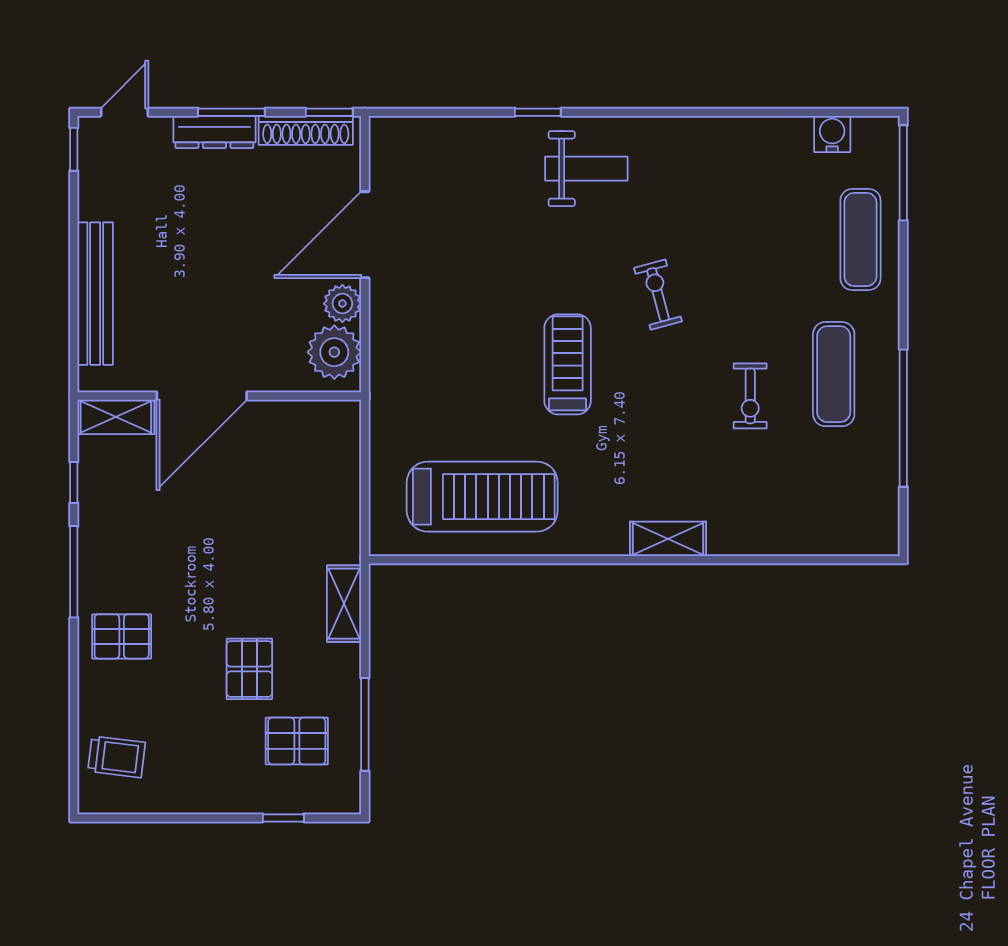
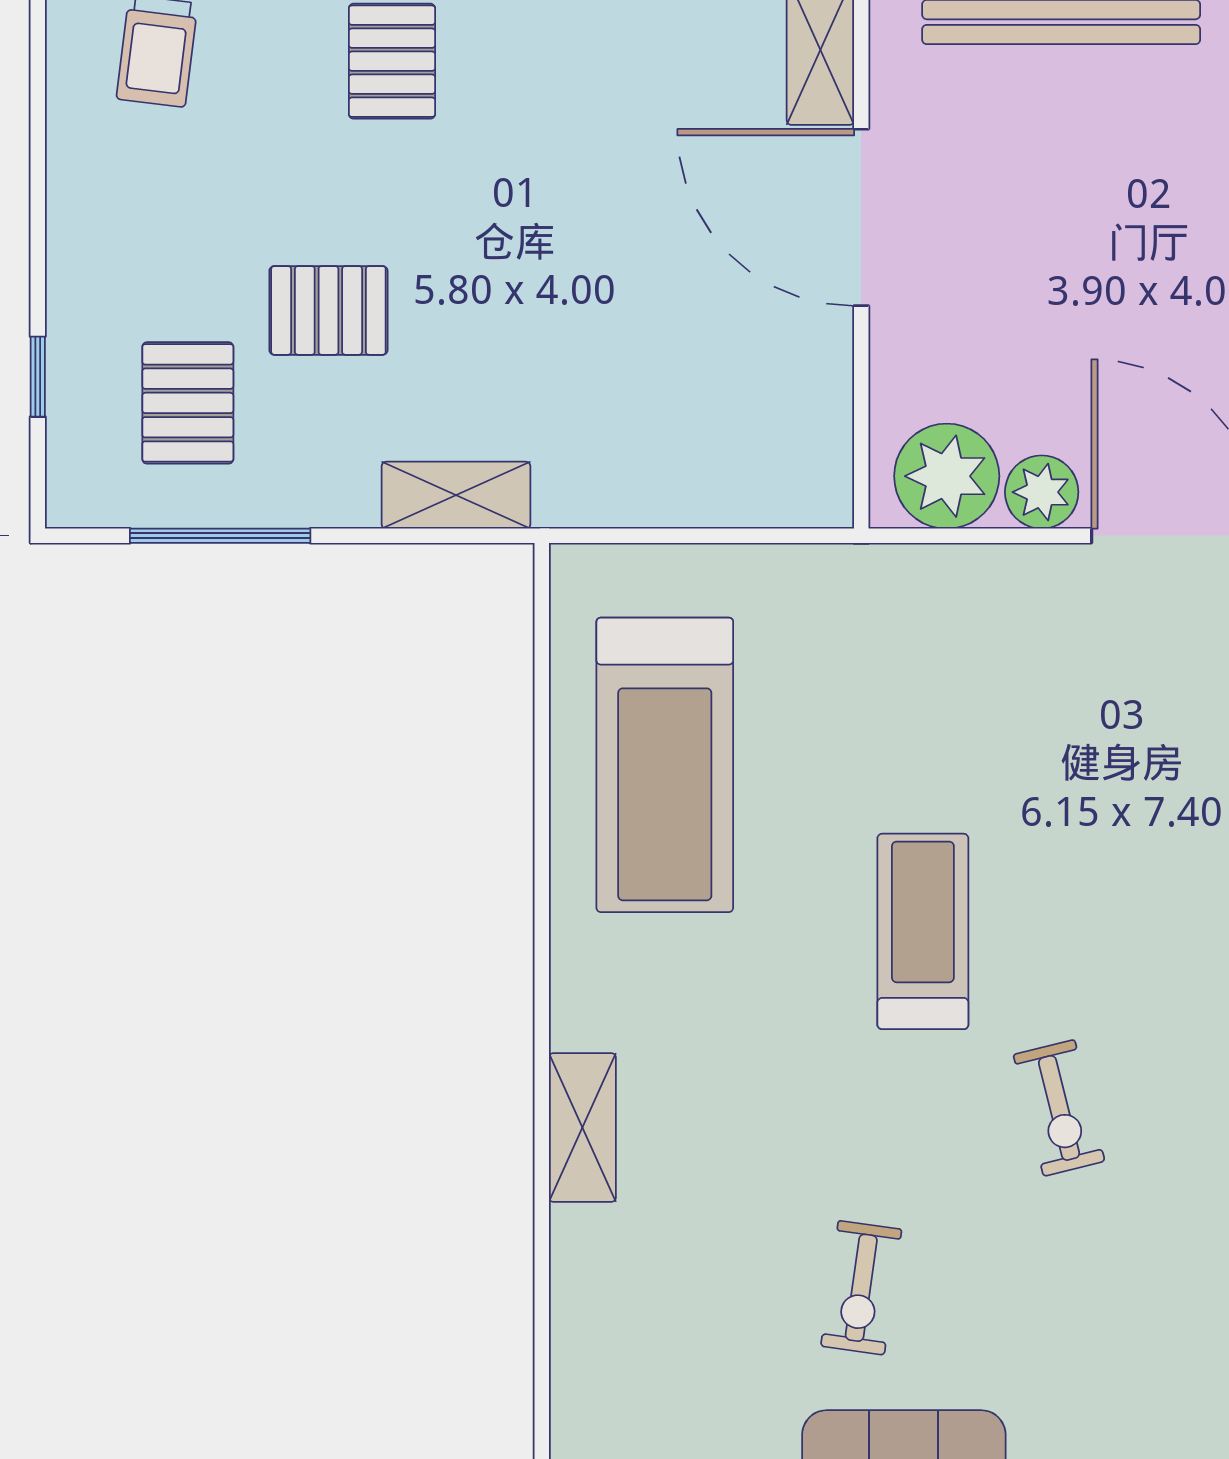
exercise bike: (658, 295) -> (1059, 1108), turned 91
treadmill: (568, 364) -> (923, 931), turned -90
exercise bike: (750, 396) -> (861, 1288), turned -82

